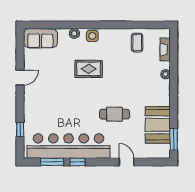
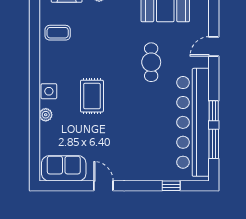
sofa: (40, 38) -> (64, 168), moved, turned -90

